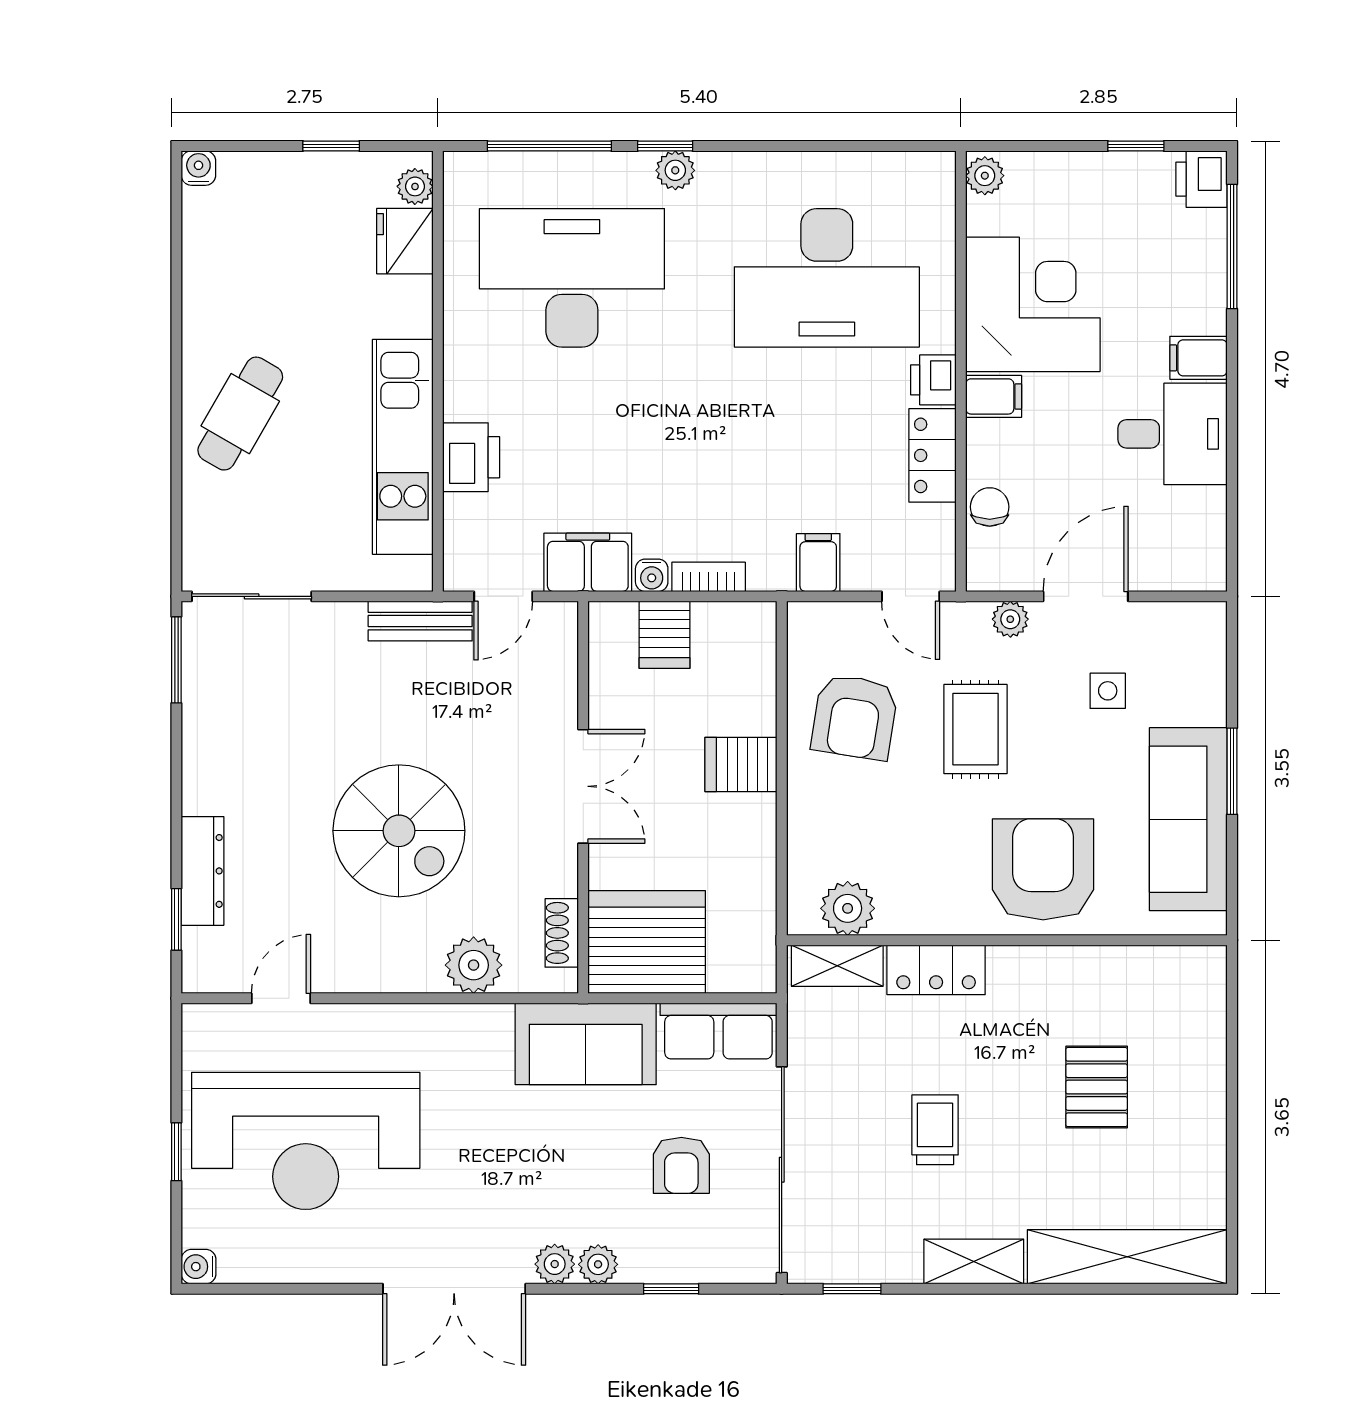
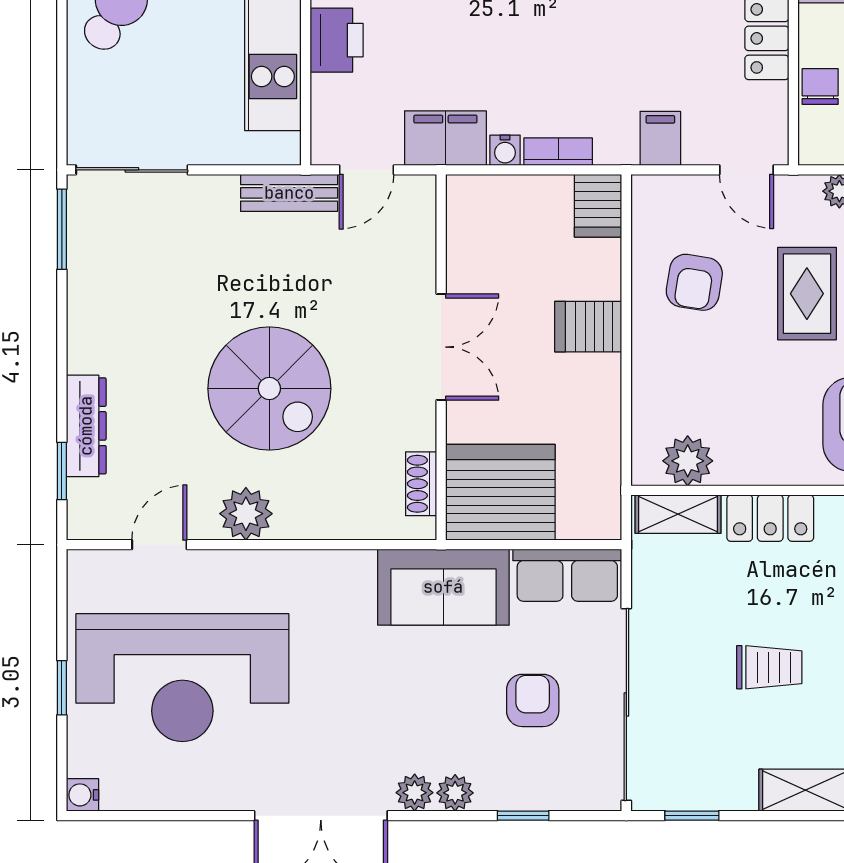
server rack: (665, 635) -> (598, 206), moved
armchair: (855, 717) -> (694, 282), width x0.72, depth x0.72
plant: (474, 965) -> (246, 514), moved
trolley: (935, 1130) -> (769, 667), turned 90
armchair: (681, 1165) -> (533, 700), turned 180

